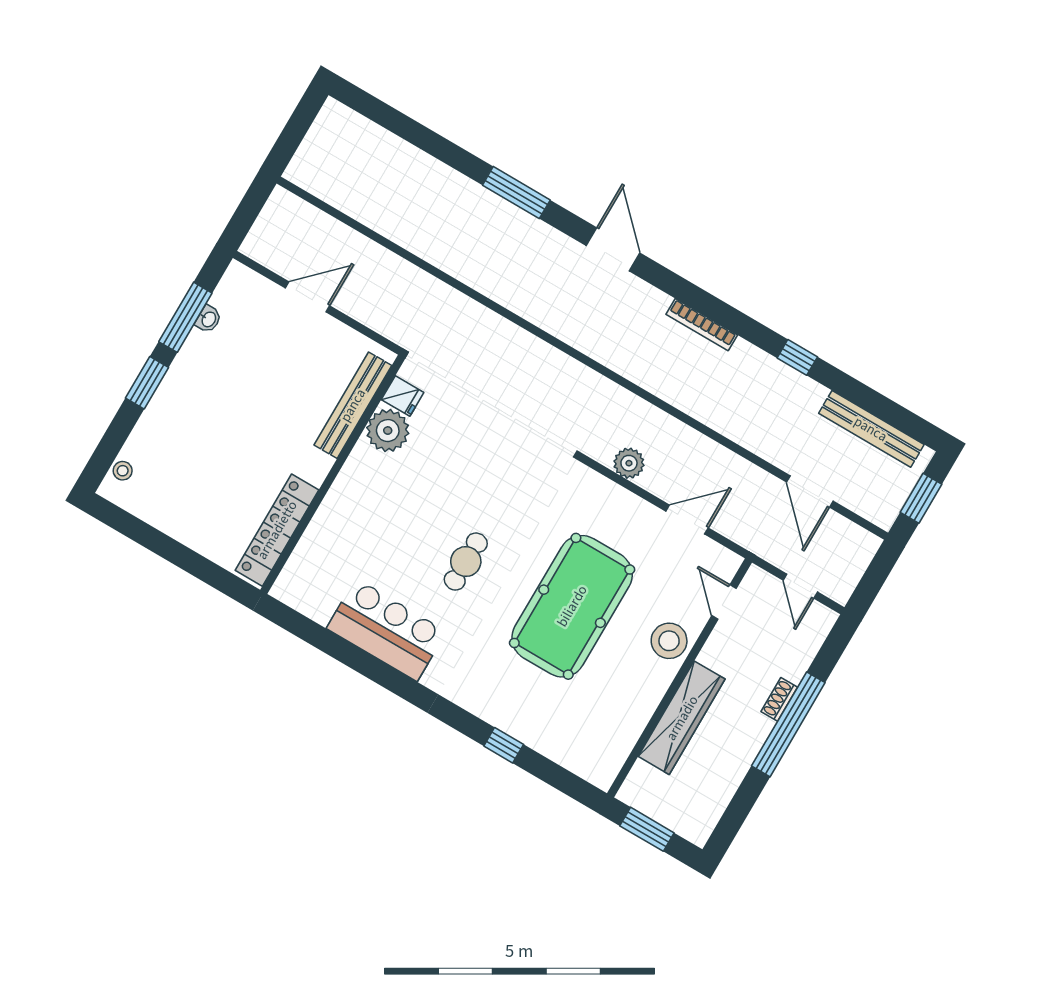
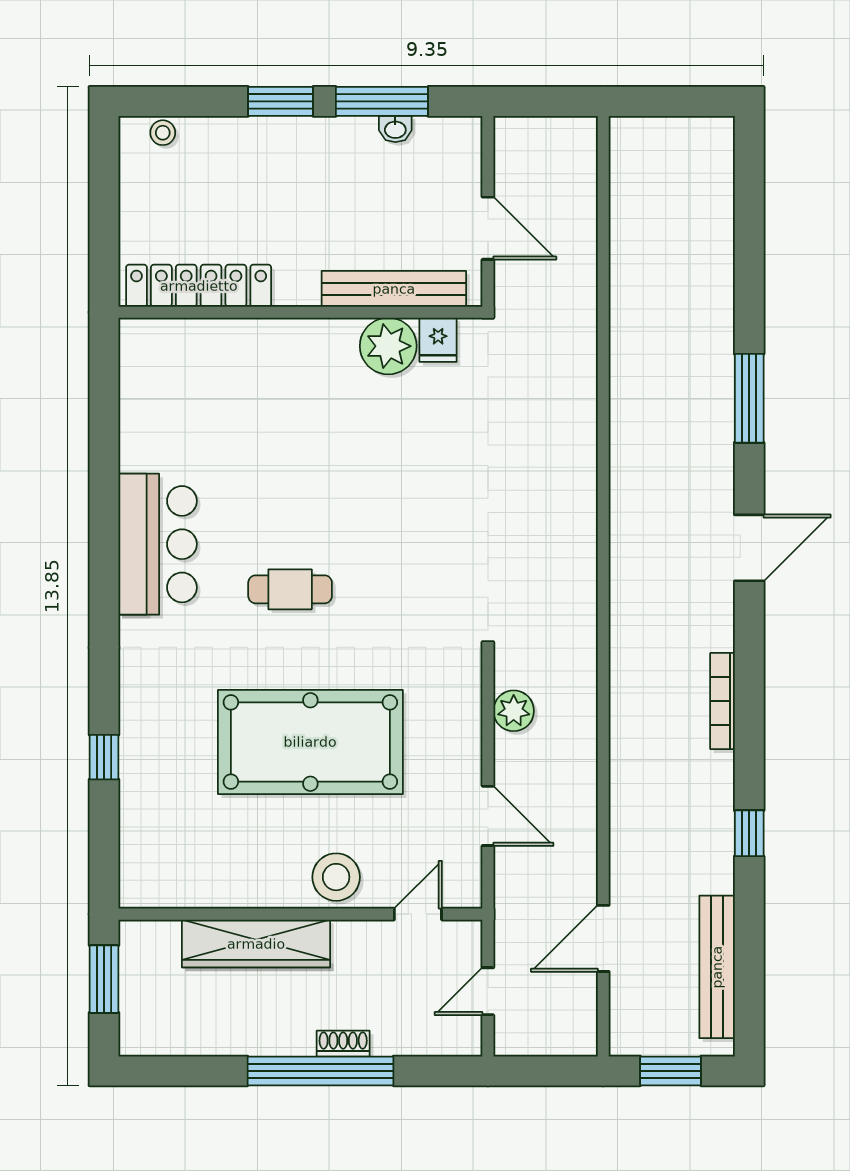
fridge: (403, 396) -> (438, 340), moved
bench: (353, 405) -> (394, 289), moved
plant: (388, 431) -> (388, 346), moved
wall: (333, 474) -> (300, 312), moved
locker: (277, 530) -> (199, 286), moved

